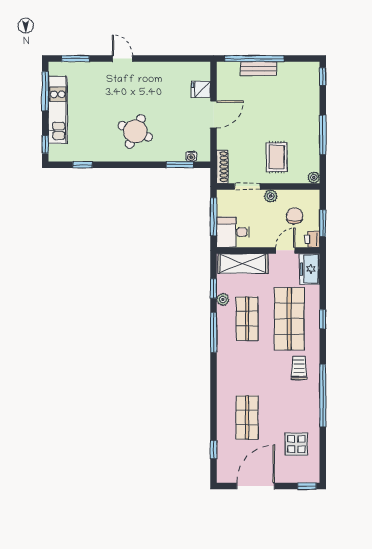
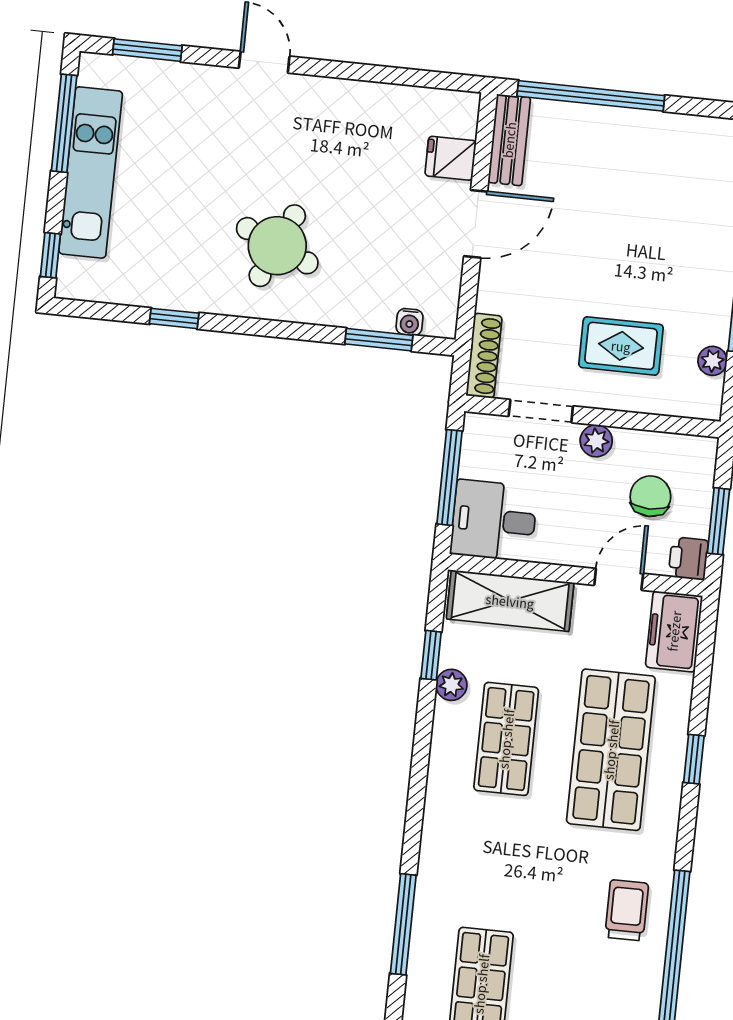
bench: (259, 69) -> (509, 140), moved, turned 90
rug: (277, 157) -> (621, 346), turned 90
window: (83, 165) -> (174, 318), moved
plant: (314, 178) -> (712, 361), moved
window: (214, 332) -> (403, 924), moved
trolley: (299, 368) -> (627, 910), moved

